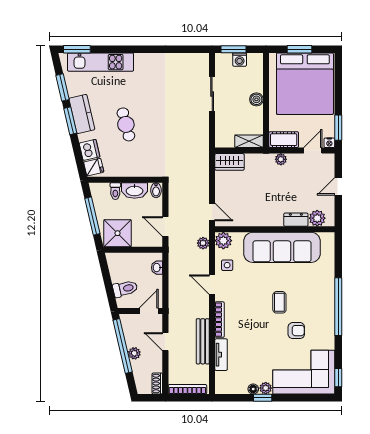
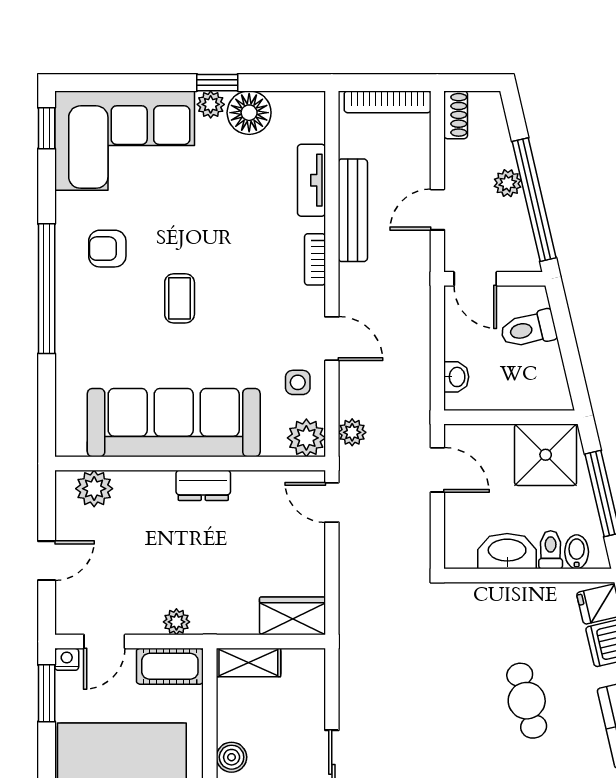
bidet: (156, 190) -> (577, 552), moved
dresser: (296, 220) -> (203, 485), moved
door: (149, 311) -> (475, 279), hinge flipped
bookcase: (220, 320) -> (315, 259), width x0.64
armchair: (296, 331) -> (107, 249), moved
door: (165, 342) -> (437, 210), swing flipped
floor lamp: (253, 389) -> (249, 113), width x1.89, depth x1.89

